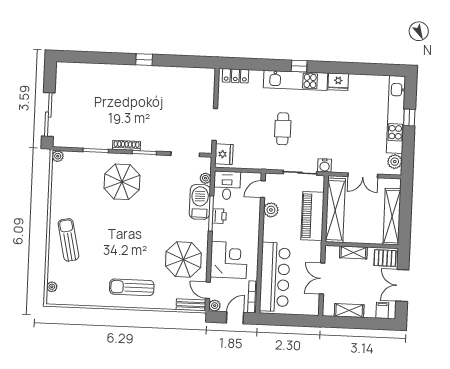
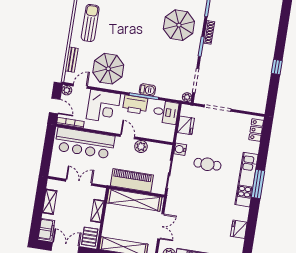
window: (144, 60) -> (277, 67), moved
window: (299, 66) -> (258, 184), width x2.17
fridge: (338, 82) -> (239, 229), moved
fridge: (224, 154) -> (186, 125), moved, turned -90
water cooler: (325, 165) -> (180, 149), moved
double door: (363, 175) -> (161, 226), swing flipped
plant: (205, 178) -> (187, 97), moved
door: (263, 189) -> (127, 137), moved
barbecue: (200, 202) -> (147, 90), width x0.53, depth x0.65
printer: (219, 216) -> (135, 105), width x1.87, depth x1.48
bench: (191, 305) -> (72, 60), moved
filing cabinet: (382, 310) -> (46, 229), width x2.00

